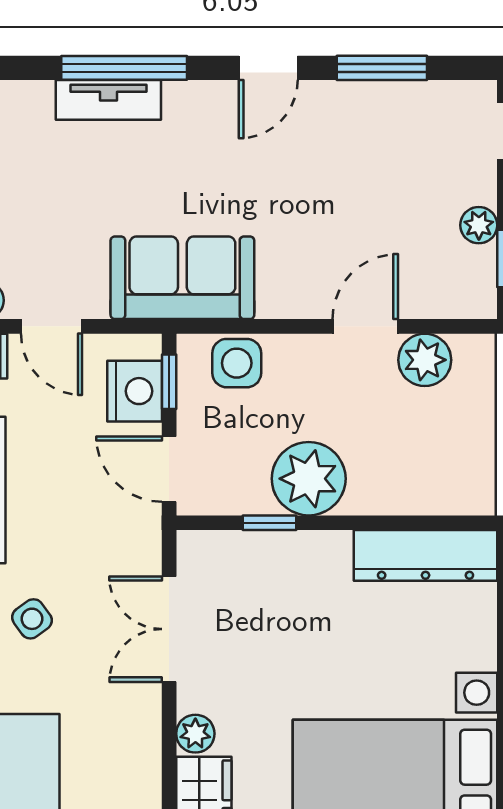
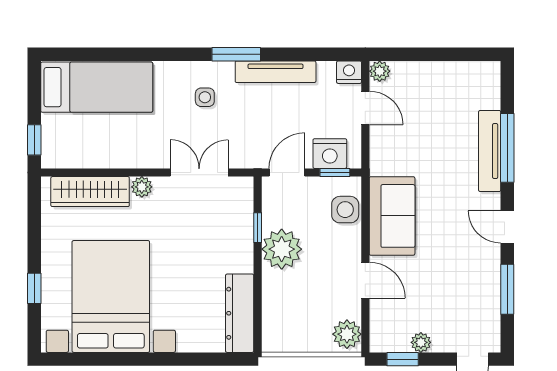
tv unit: (108, 100) -> (490, 151), width x1.41
sofa: (182, 278) -> (392, 216), moved
door: (51, 326) -> (365, 108), swing flipped
plant: (425, 360) -> (347, 334), moved
side table: (32, 619) -> (205, 97), turned 36

